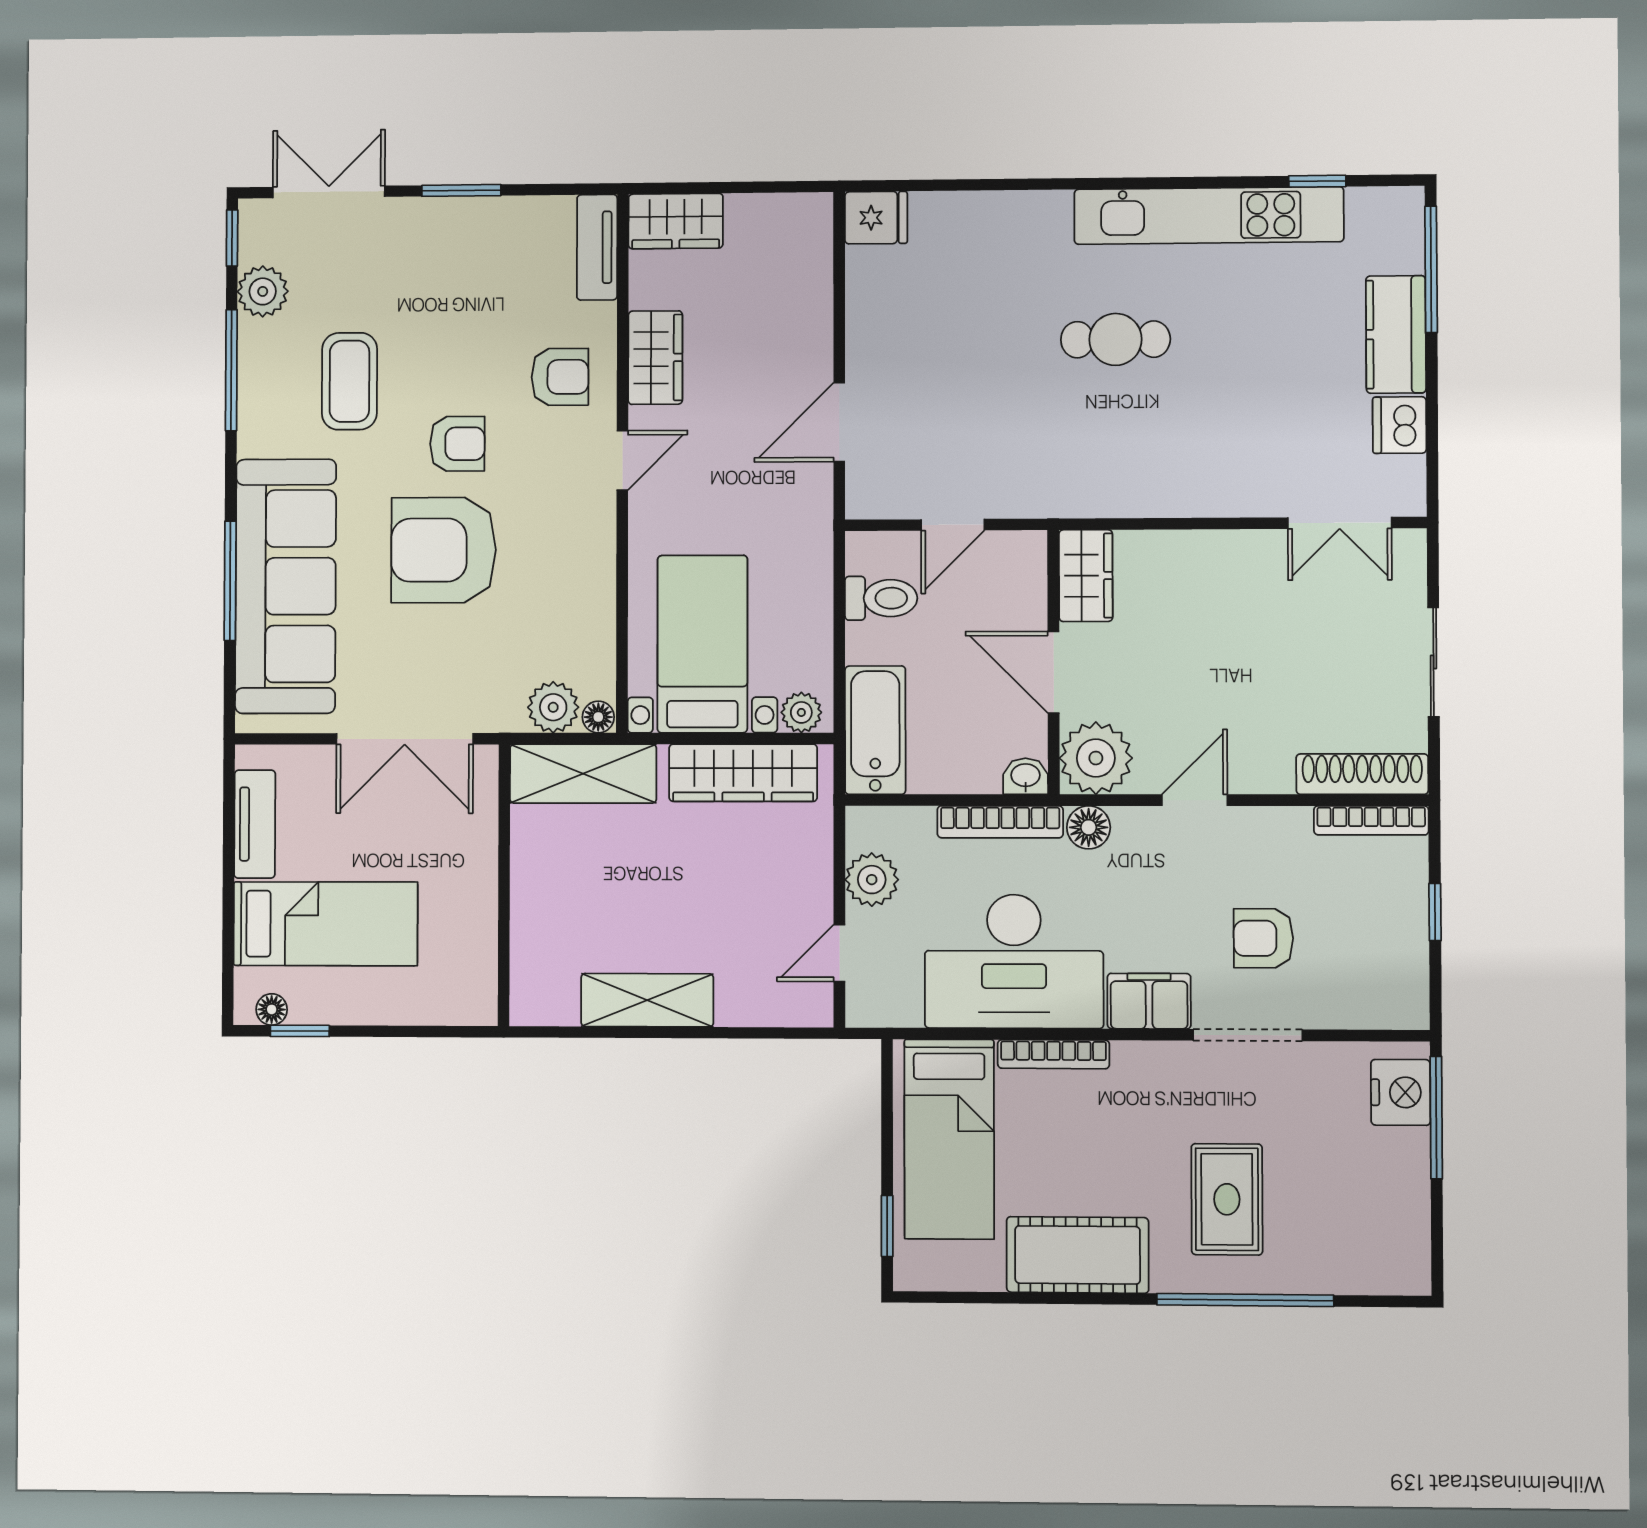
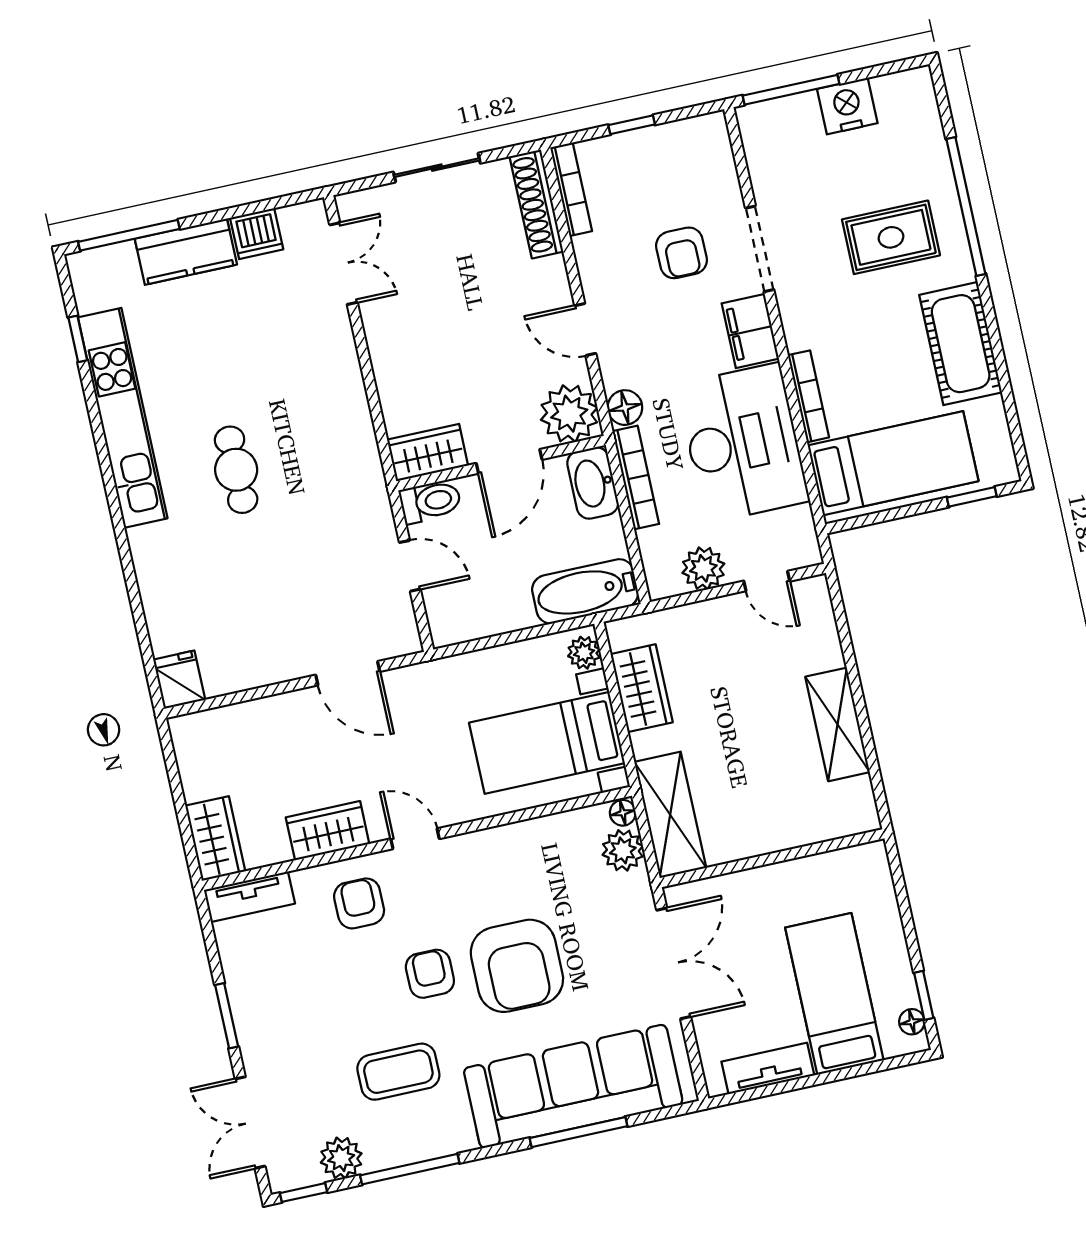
toilet: (881, 598) -> (430, 502), moved, turned 90
wardrobe: (743, 773) -> (642, 688), width x0.67
washbasin: (1026, 776) -> (593, 483), width x1.91, depth x1.45
nightstand: (1401, 1092) -> (847, 106), moved

